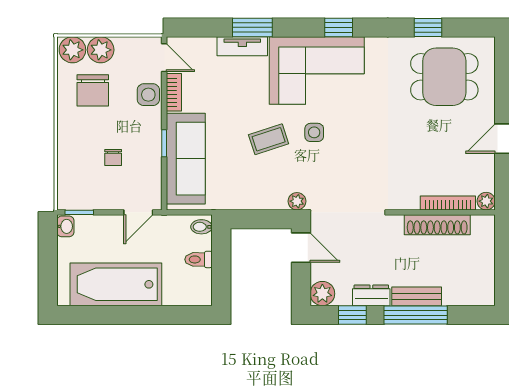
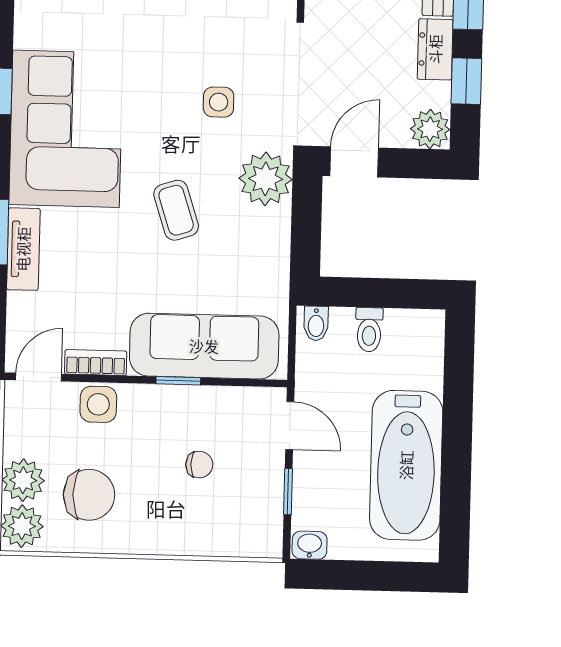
side table: (314, 132) -> (219, 102), moved
plant: (297, 201) -> (266, 179), width x1.88, depth x1.88
window: (79, 212) -> (288, 492), moved

